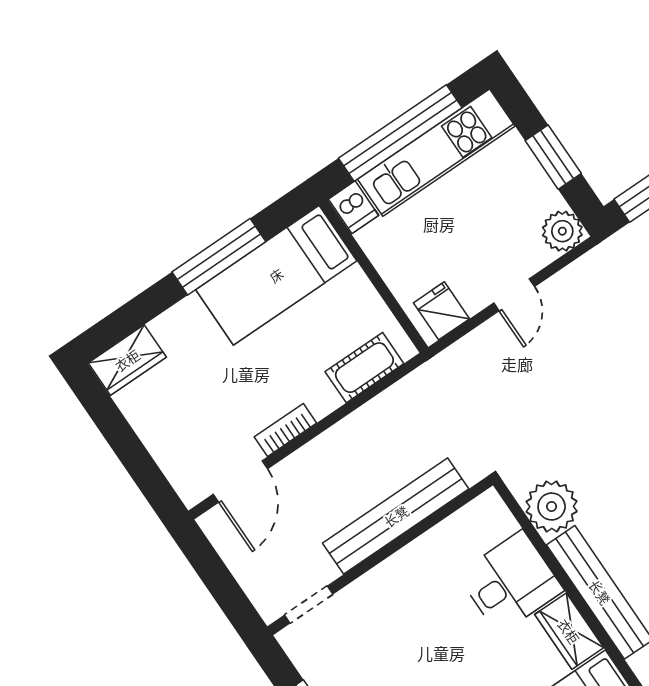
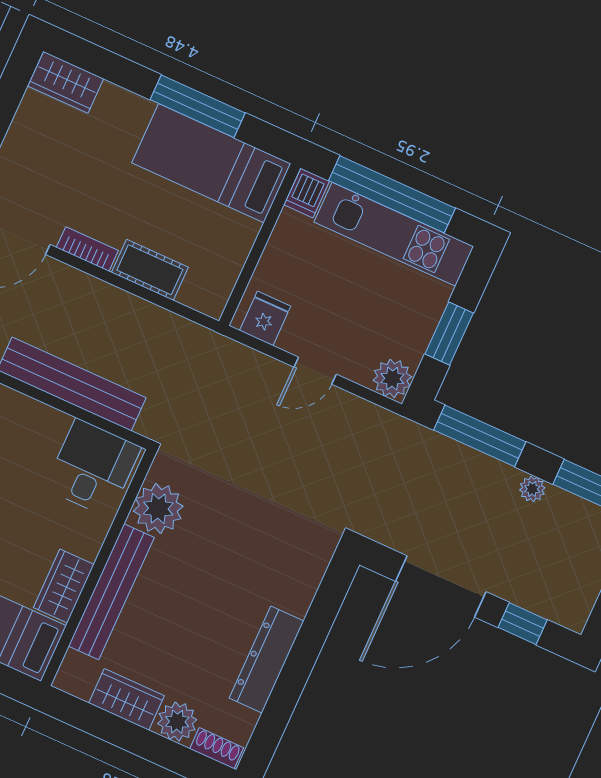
cot: (364, 368) -> (150, 270), moved
desk: (510, 582) -> (93, 468), moved, turned -90

